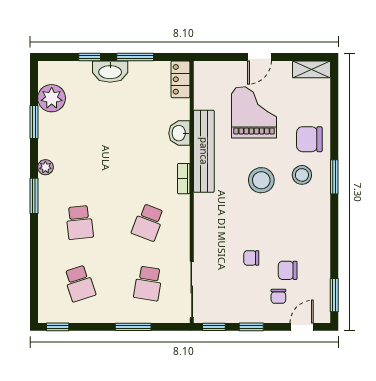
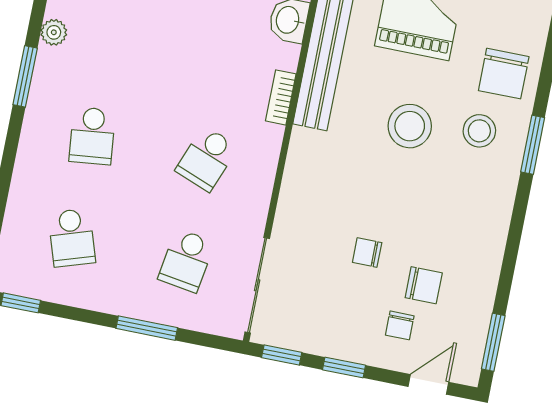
chair: (309, 139) -> (504, 74), turned -90
chair: (288, 270) -> (424, 285), turned 180

